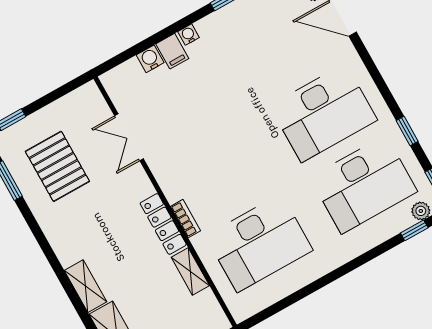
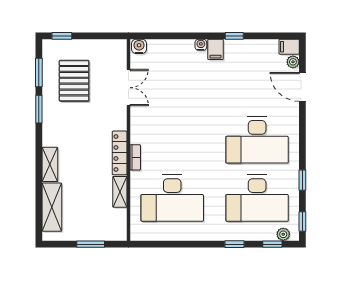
filing cabinet: (172, 51) -> (216, 49), moved
water cooler: (150, 59) -> (139, 46), moved
double door: (129, 137) -> (128, 88), swing flipped
window: (34, 226) -> (39, 109), added
window: (368, 257) -> (235, 244), added

